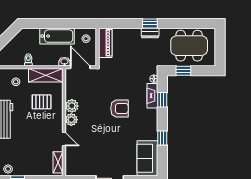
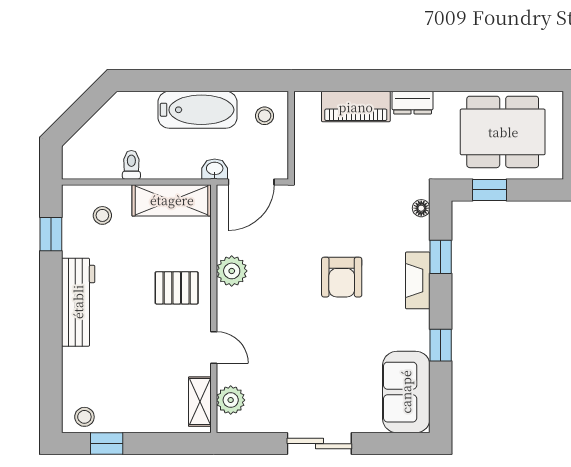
window: (150, 23) -> (412, 81), removed
piano: (105, 43) -> (356, 107), moved, turned 90
door: (80, 67) -> (251, 182), swing flipped
fireplace: (152, 96) -> (418, 280), moved
pallet: (42, 102) -> (177, 288), moved
armchair: (119, 108) -> (342, 277), turned 90
plant: (71, 120) -> (231, 400), moved

